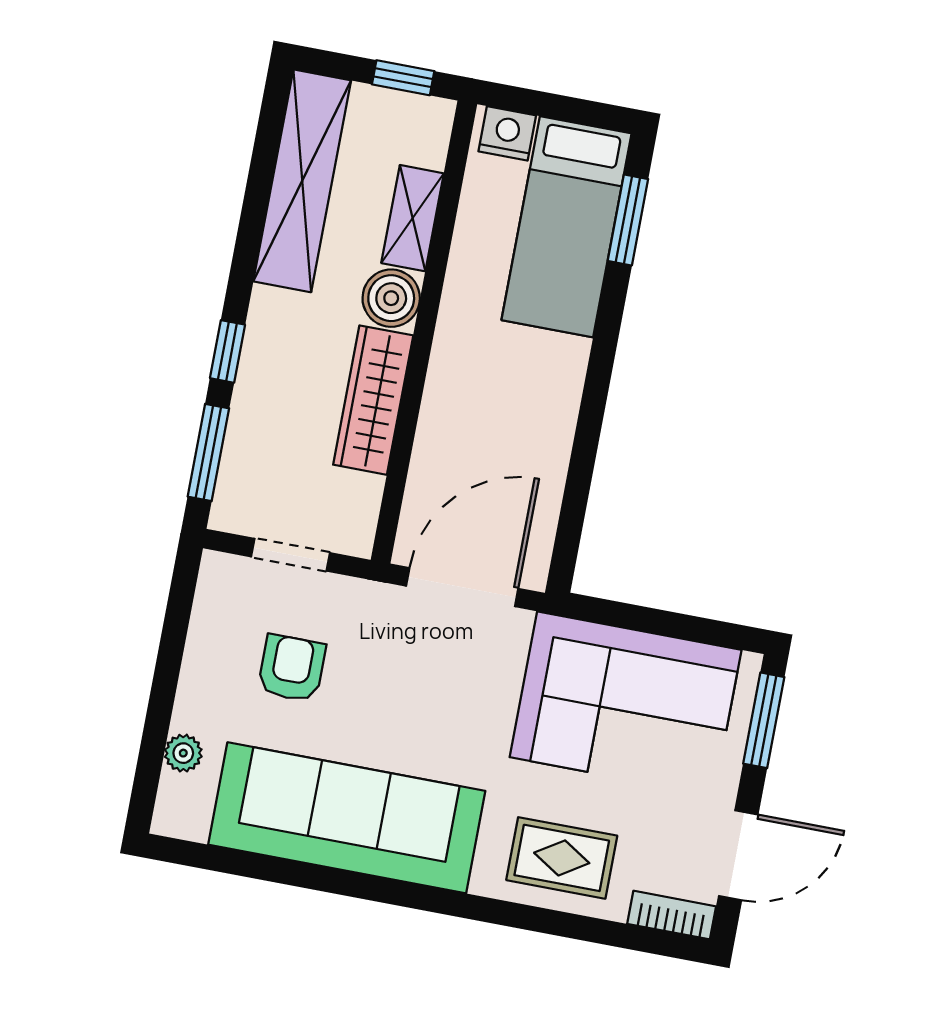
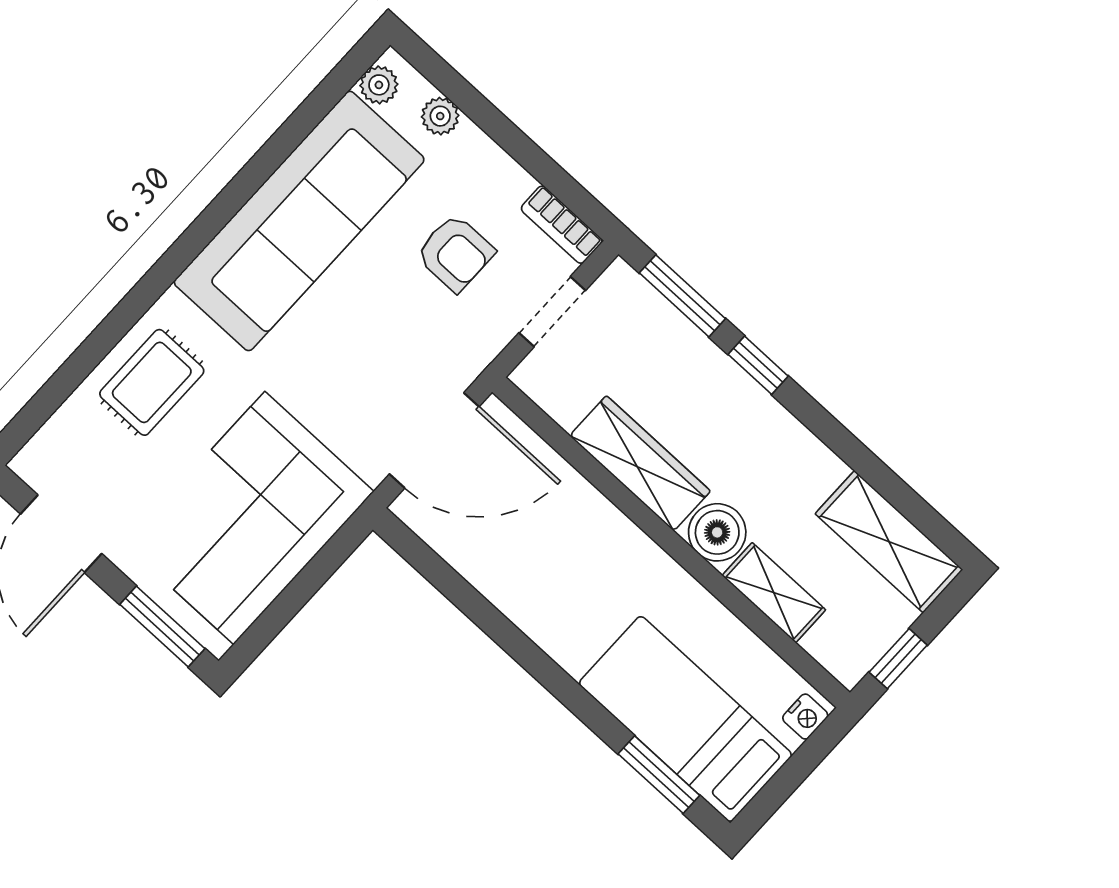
nightstand: (507, 133) -> (805, 717), width x0.72, depth x0.74
shelving: (302, 181) -> (889, 542), width x0.68
door: (462, 587) -> (434, 440), hinge flipped
plant: (189, 822) -> (379, 85), added
bookcase: (672, 915) -> (562, 225), moved, turned 90

